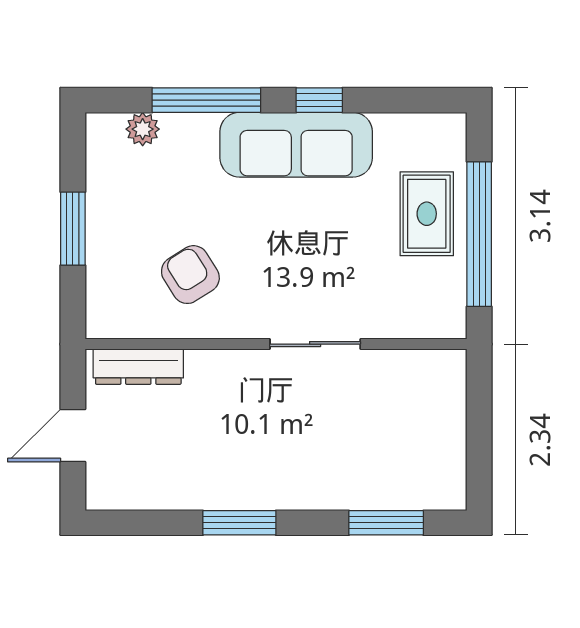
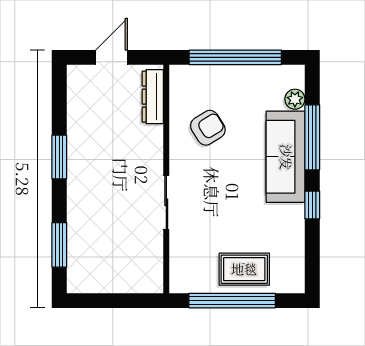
sofa: (296, 145) -> (286, 157), moved
window: (73, 229) -> (235, 57), width x2.11
door: (73, 435) -> (112, 57), hinge flipped

